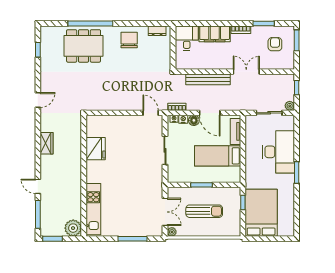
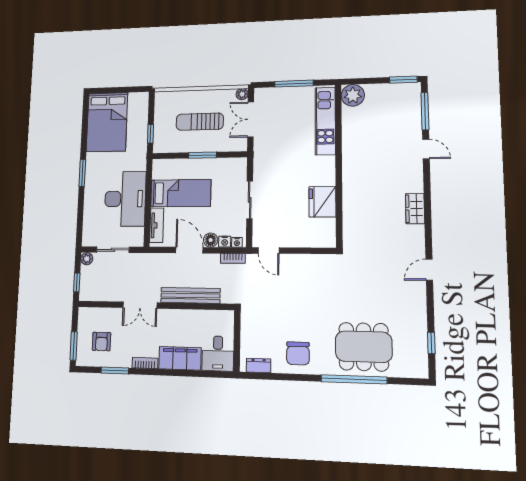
fridge: (96, 149) -> (322, 202), moved
desk: (278, 152) -> (125, 199), moved, turned 180
wall: (84, 176) -> (339, 165), moved
kitchen unit: (93, 209) -> (325, 121), moved
bed: (261, 213) -> (107, 122), moved
plant: (73, 228) -> (353, 95), moved

